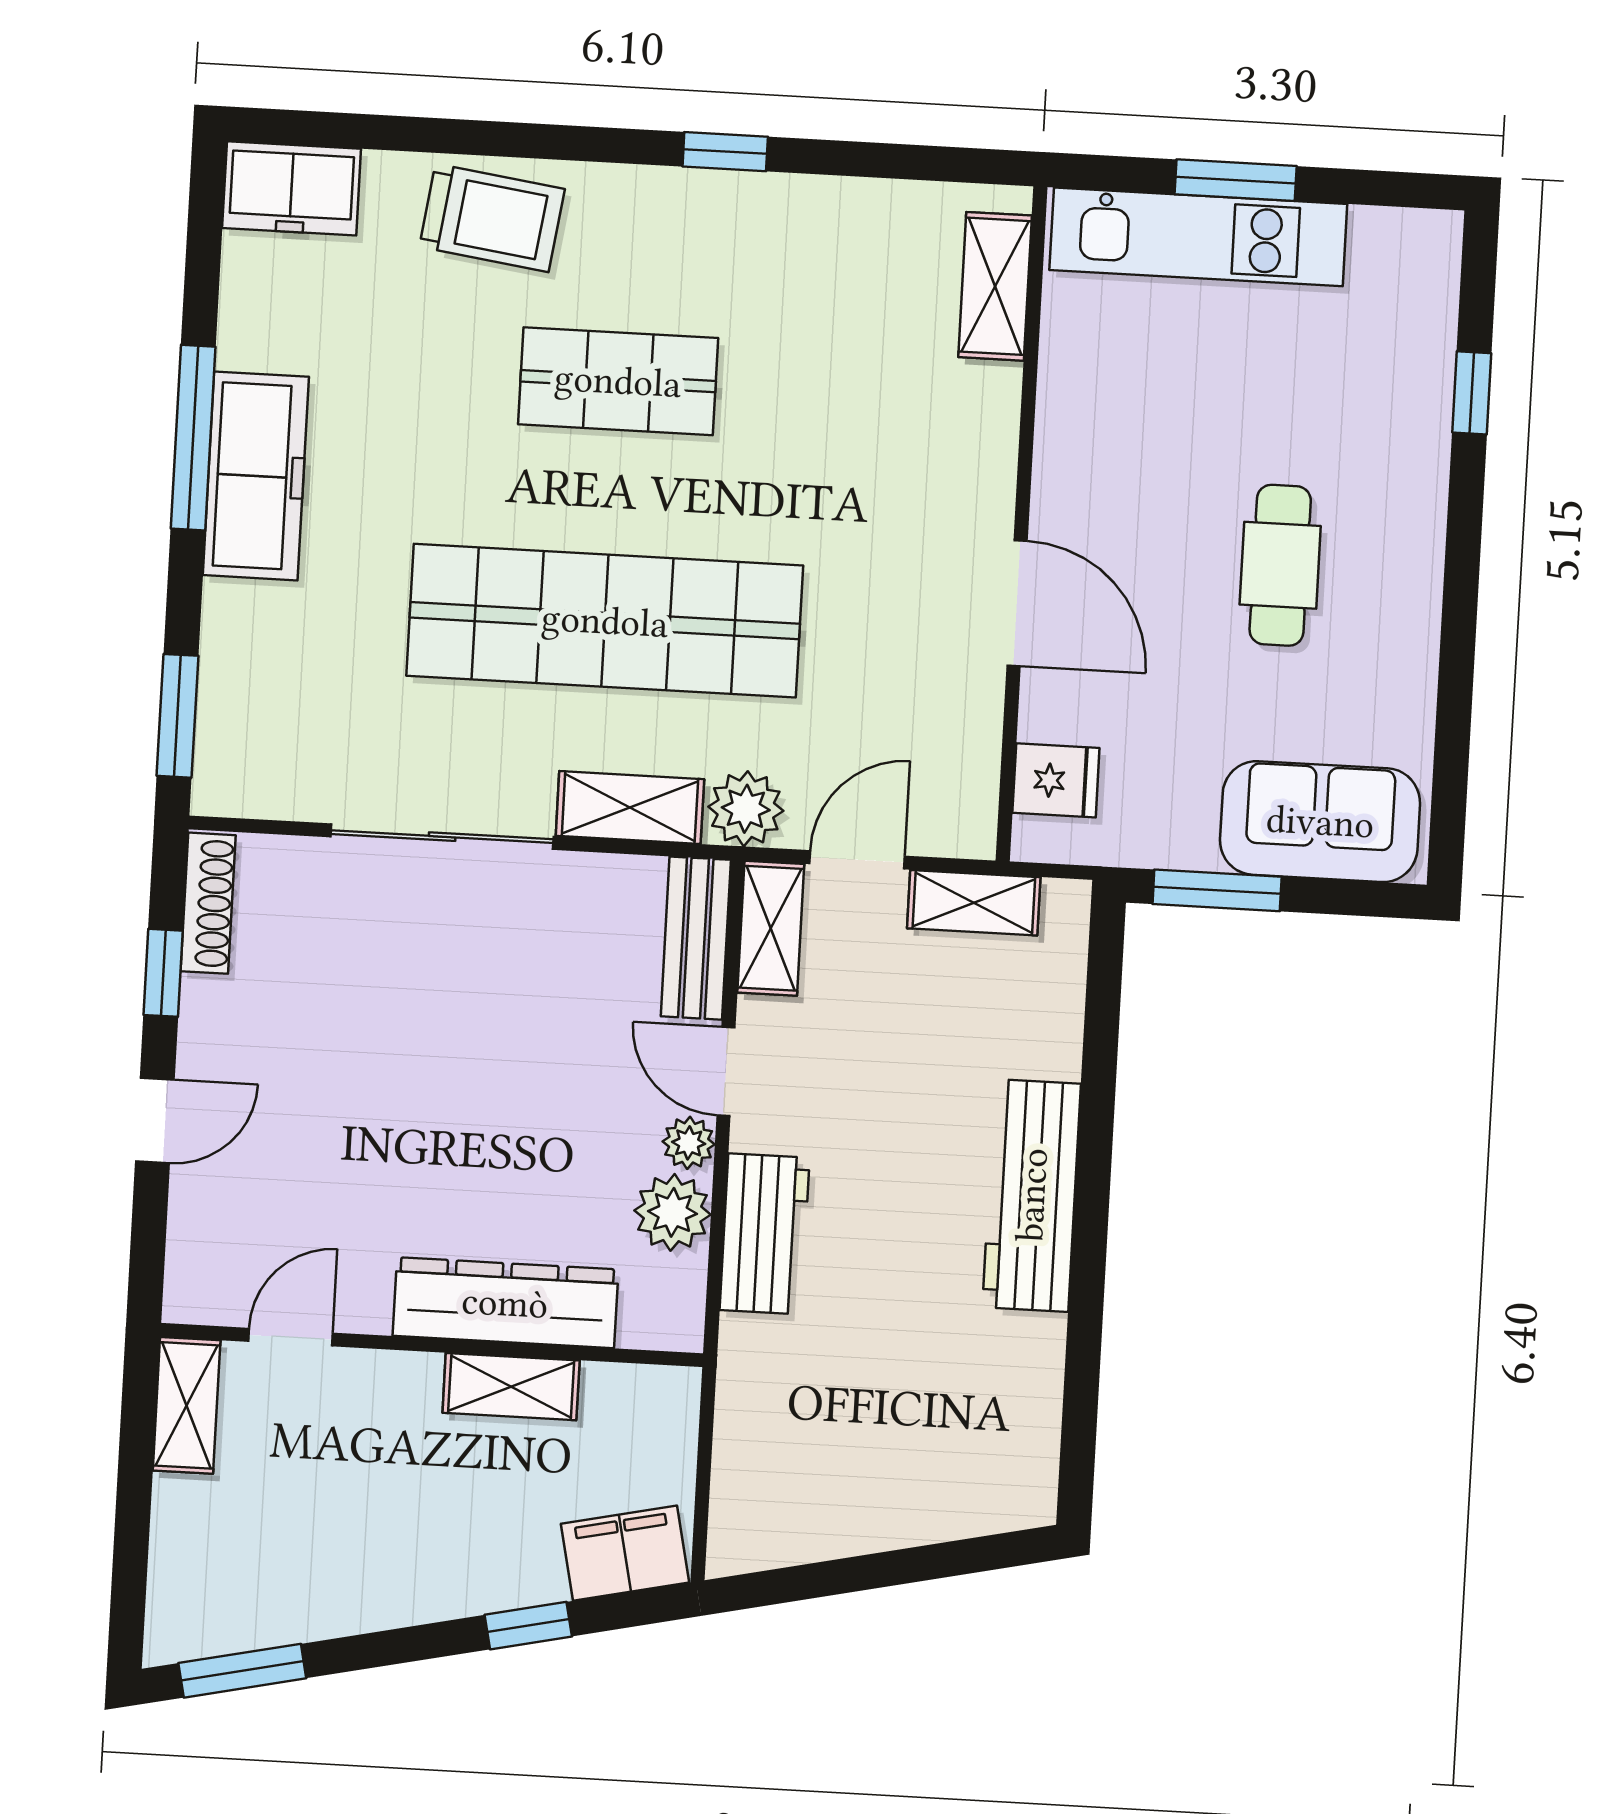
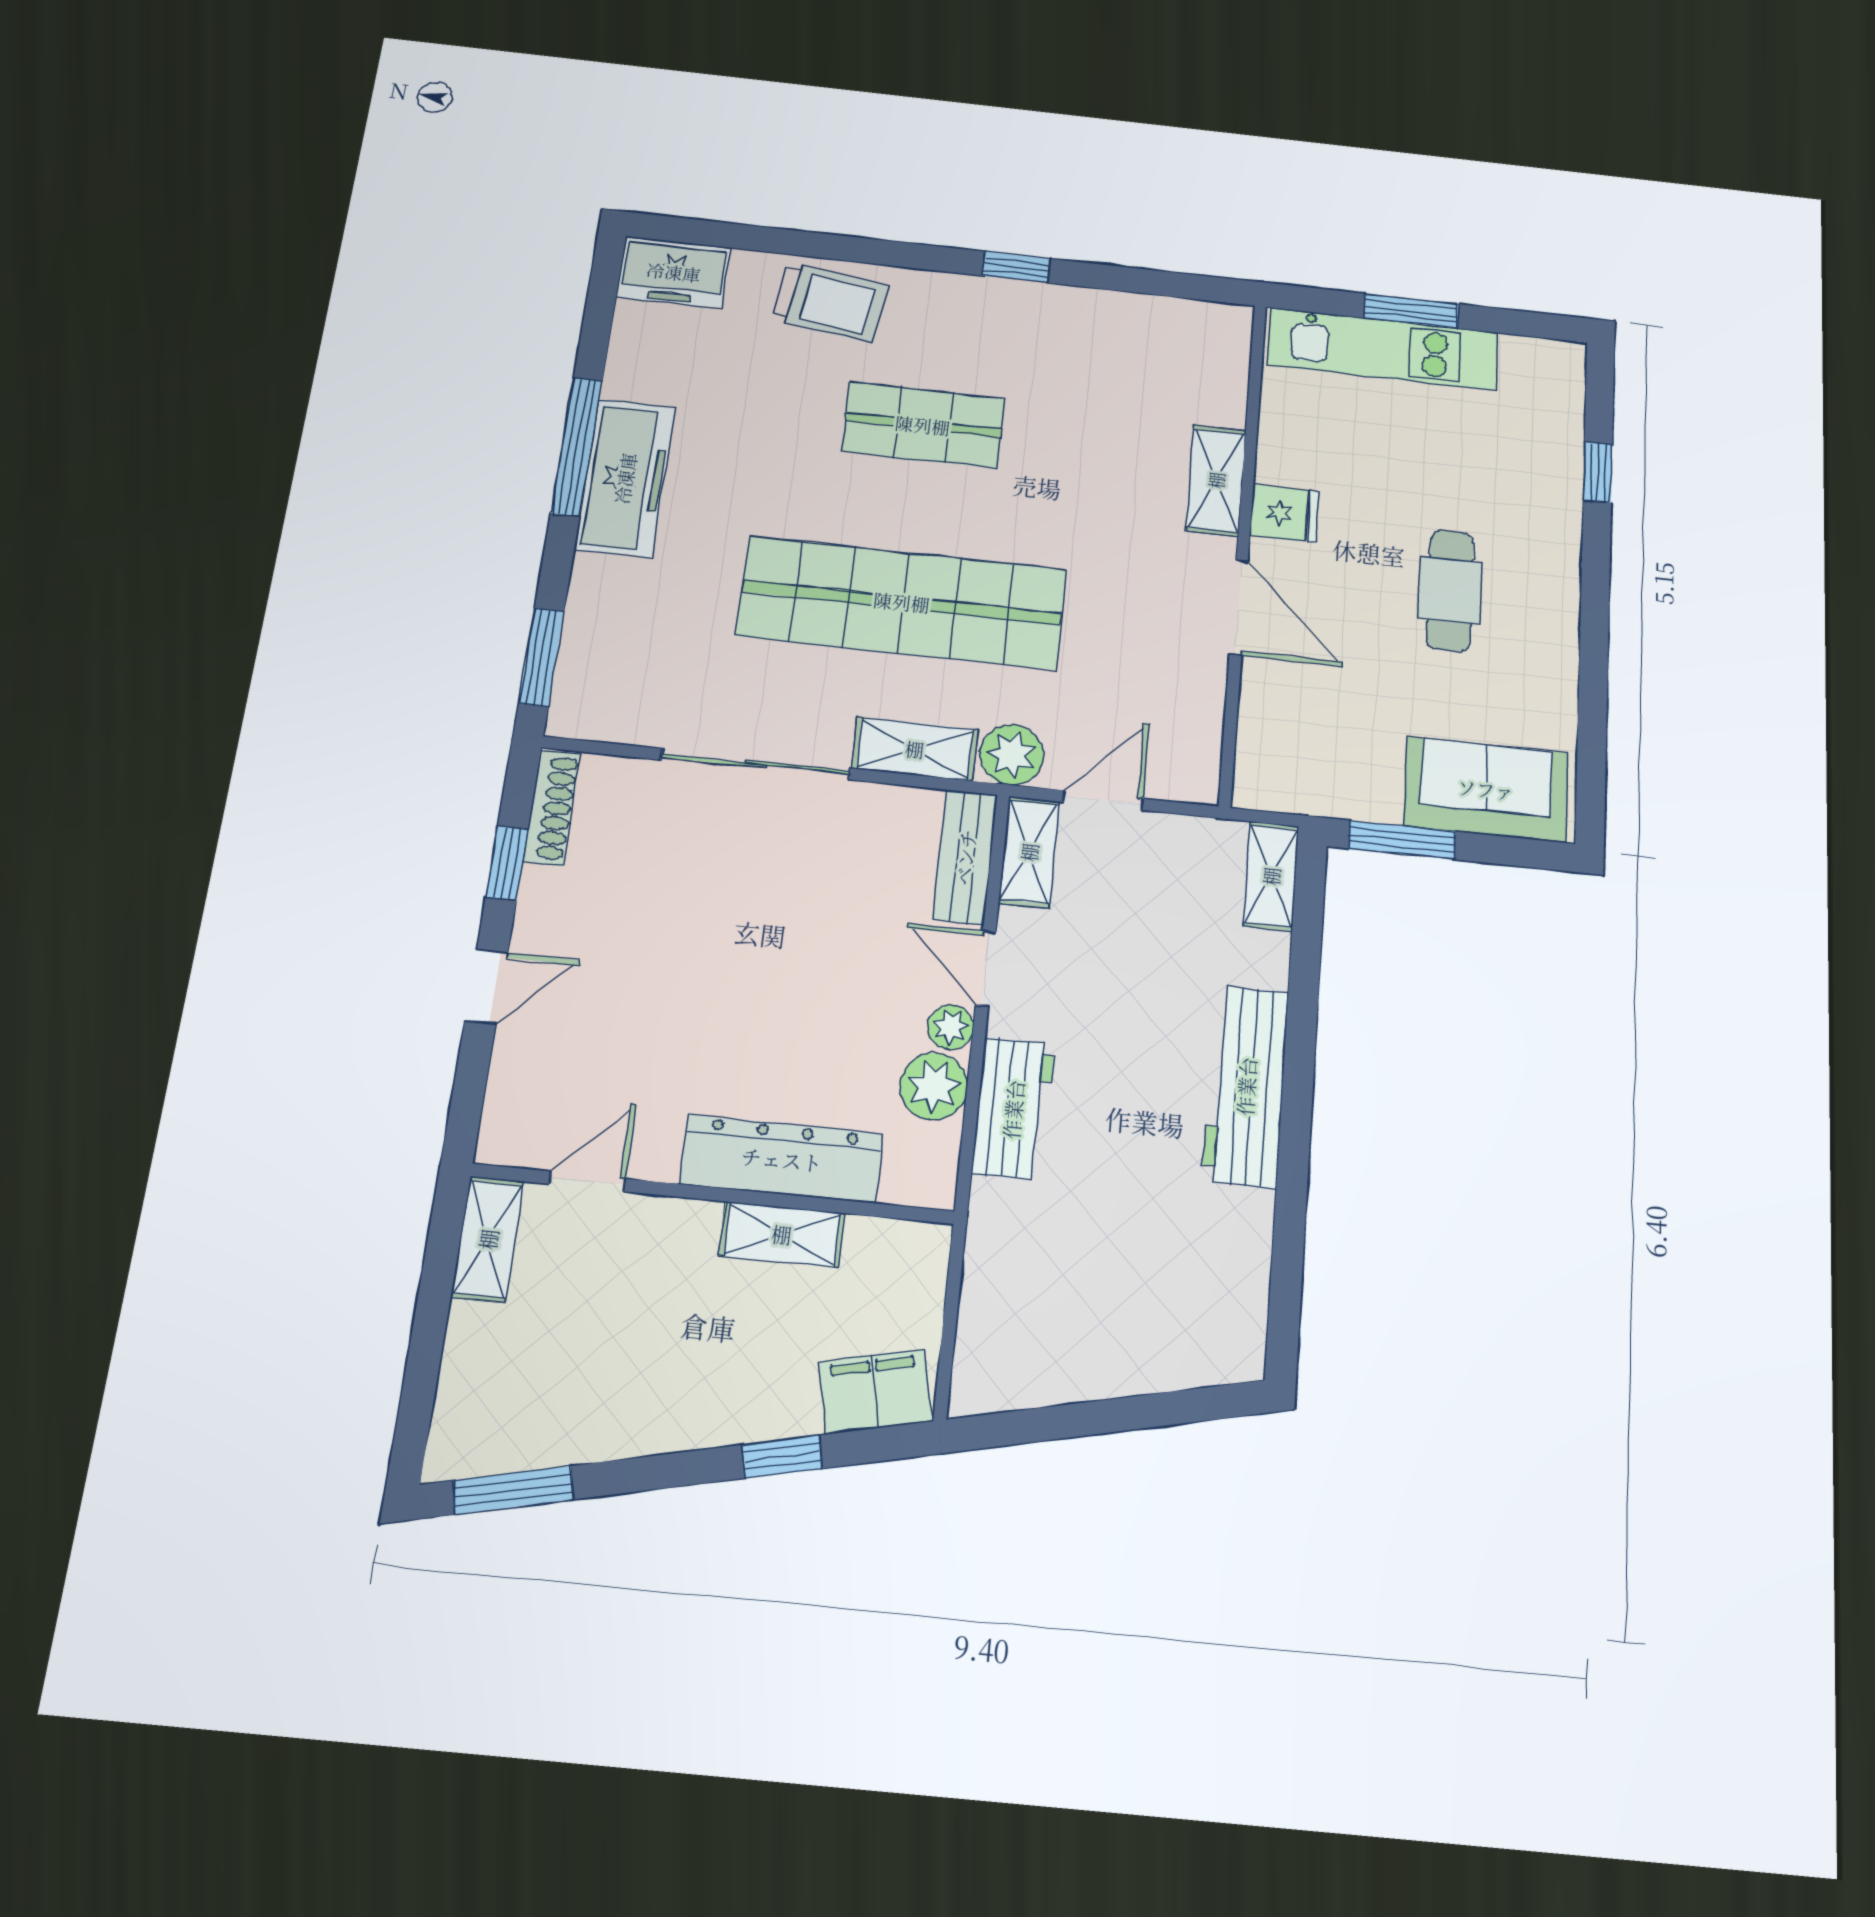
shelving: (995, 286) -> (1216, 480), moved
fridge: (1056, 780) -> (1285, 513), moved
shelving: (974, 903) -> (1271, 876), moved, turned 90

